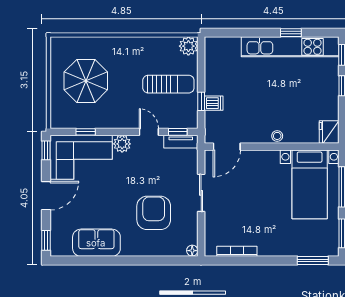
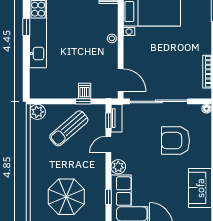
sun lounger: (168, 84) -> (69, 128), turned -131
sliding door: (201, 193) -> (159, 101), width x1.86

